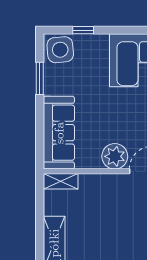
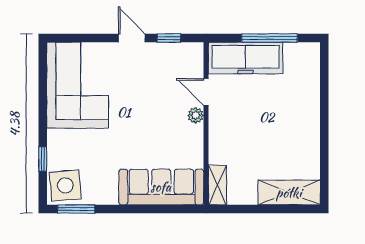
window: (40, 78) -> (76, 209), moved
plant: (115, 156) -> (196, 115), width x0.53, depth x0.53

